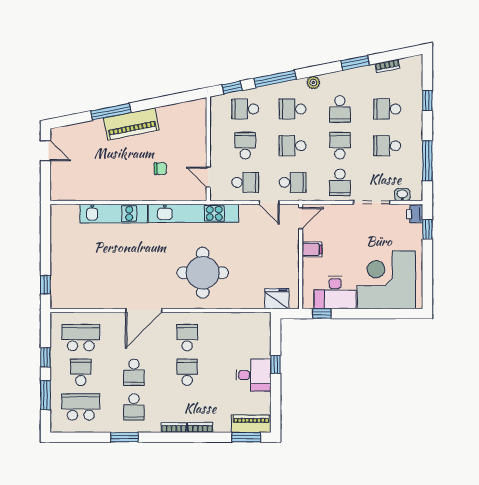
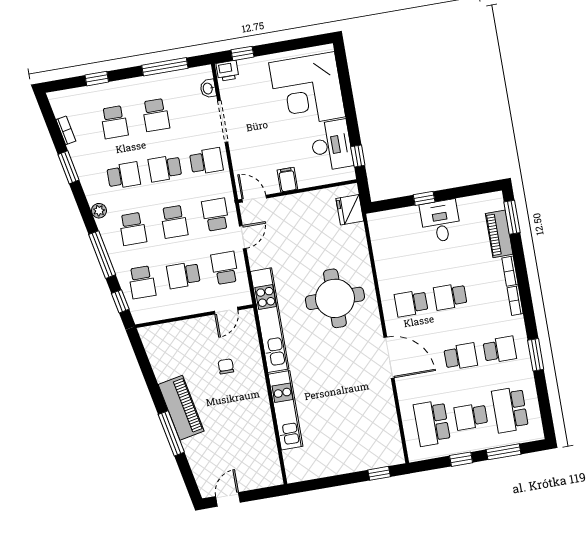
piano: (251, 424) -> (499, 234), moved

